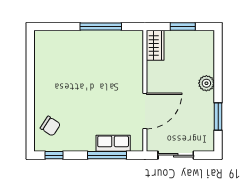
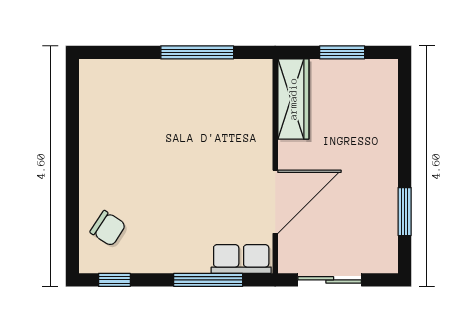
wardrobe: (155, 45) -> (293, 99), width x1.50
plant: (206, 83) -> (384, 153), removed
row of seats: (113, 143) -> (241, 259), moved

